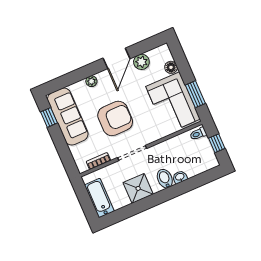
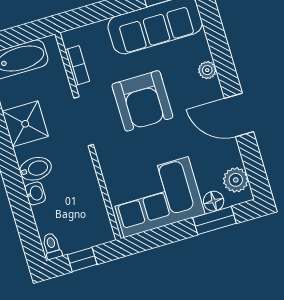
plant: (141, 62) -> (236, 180), moved
window: (195, 94) -> (214, 221), moved
toilet: (198, 134) -> (52, 246), moved

